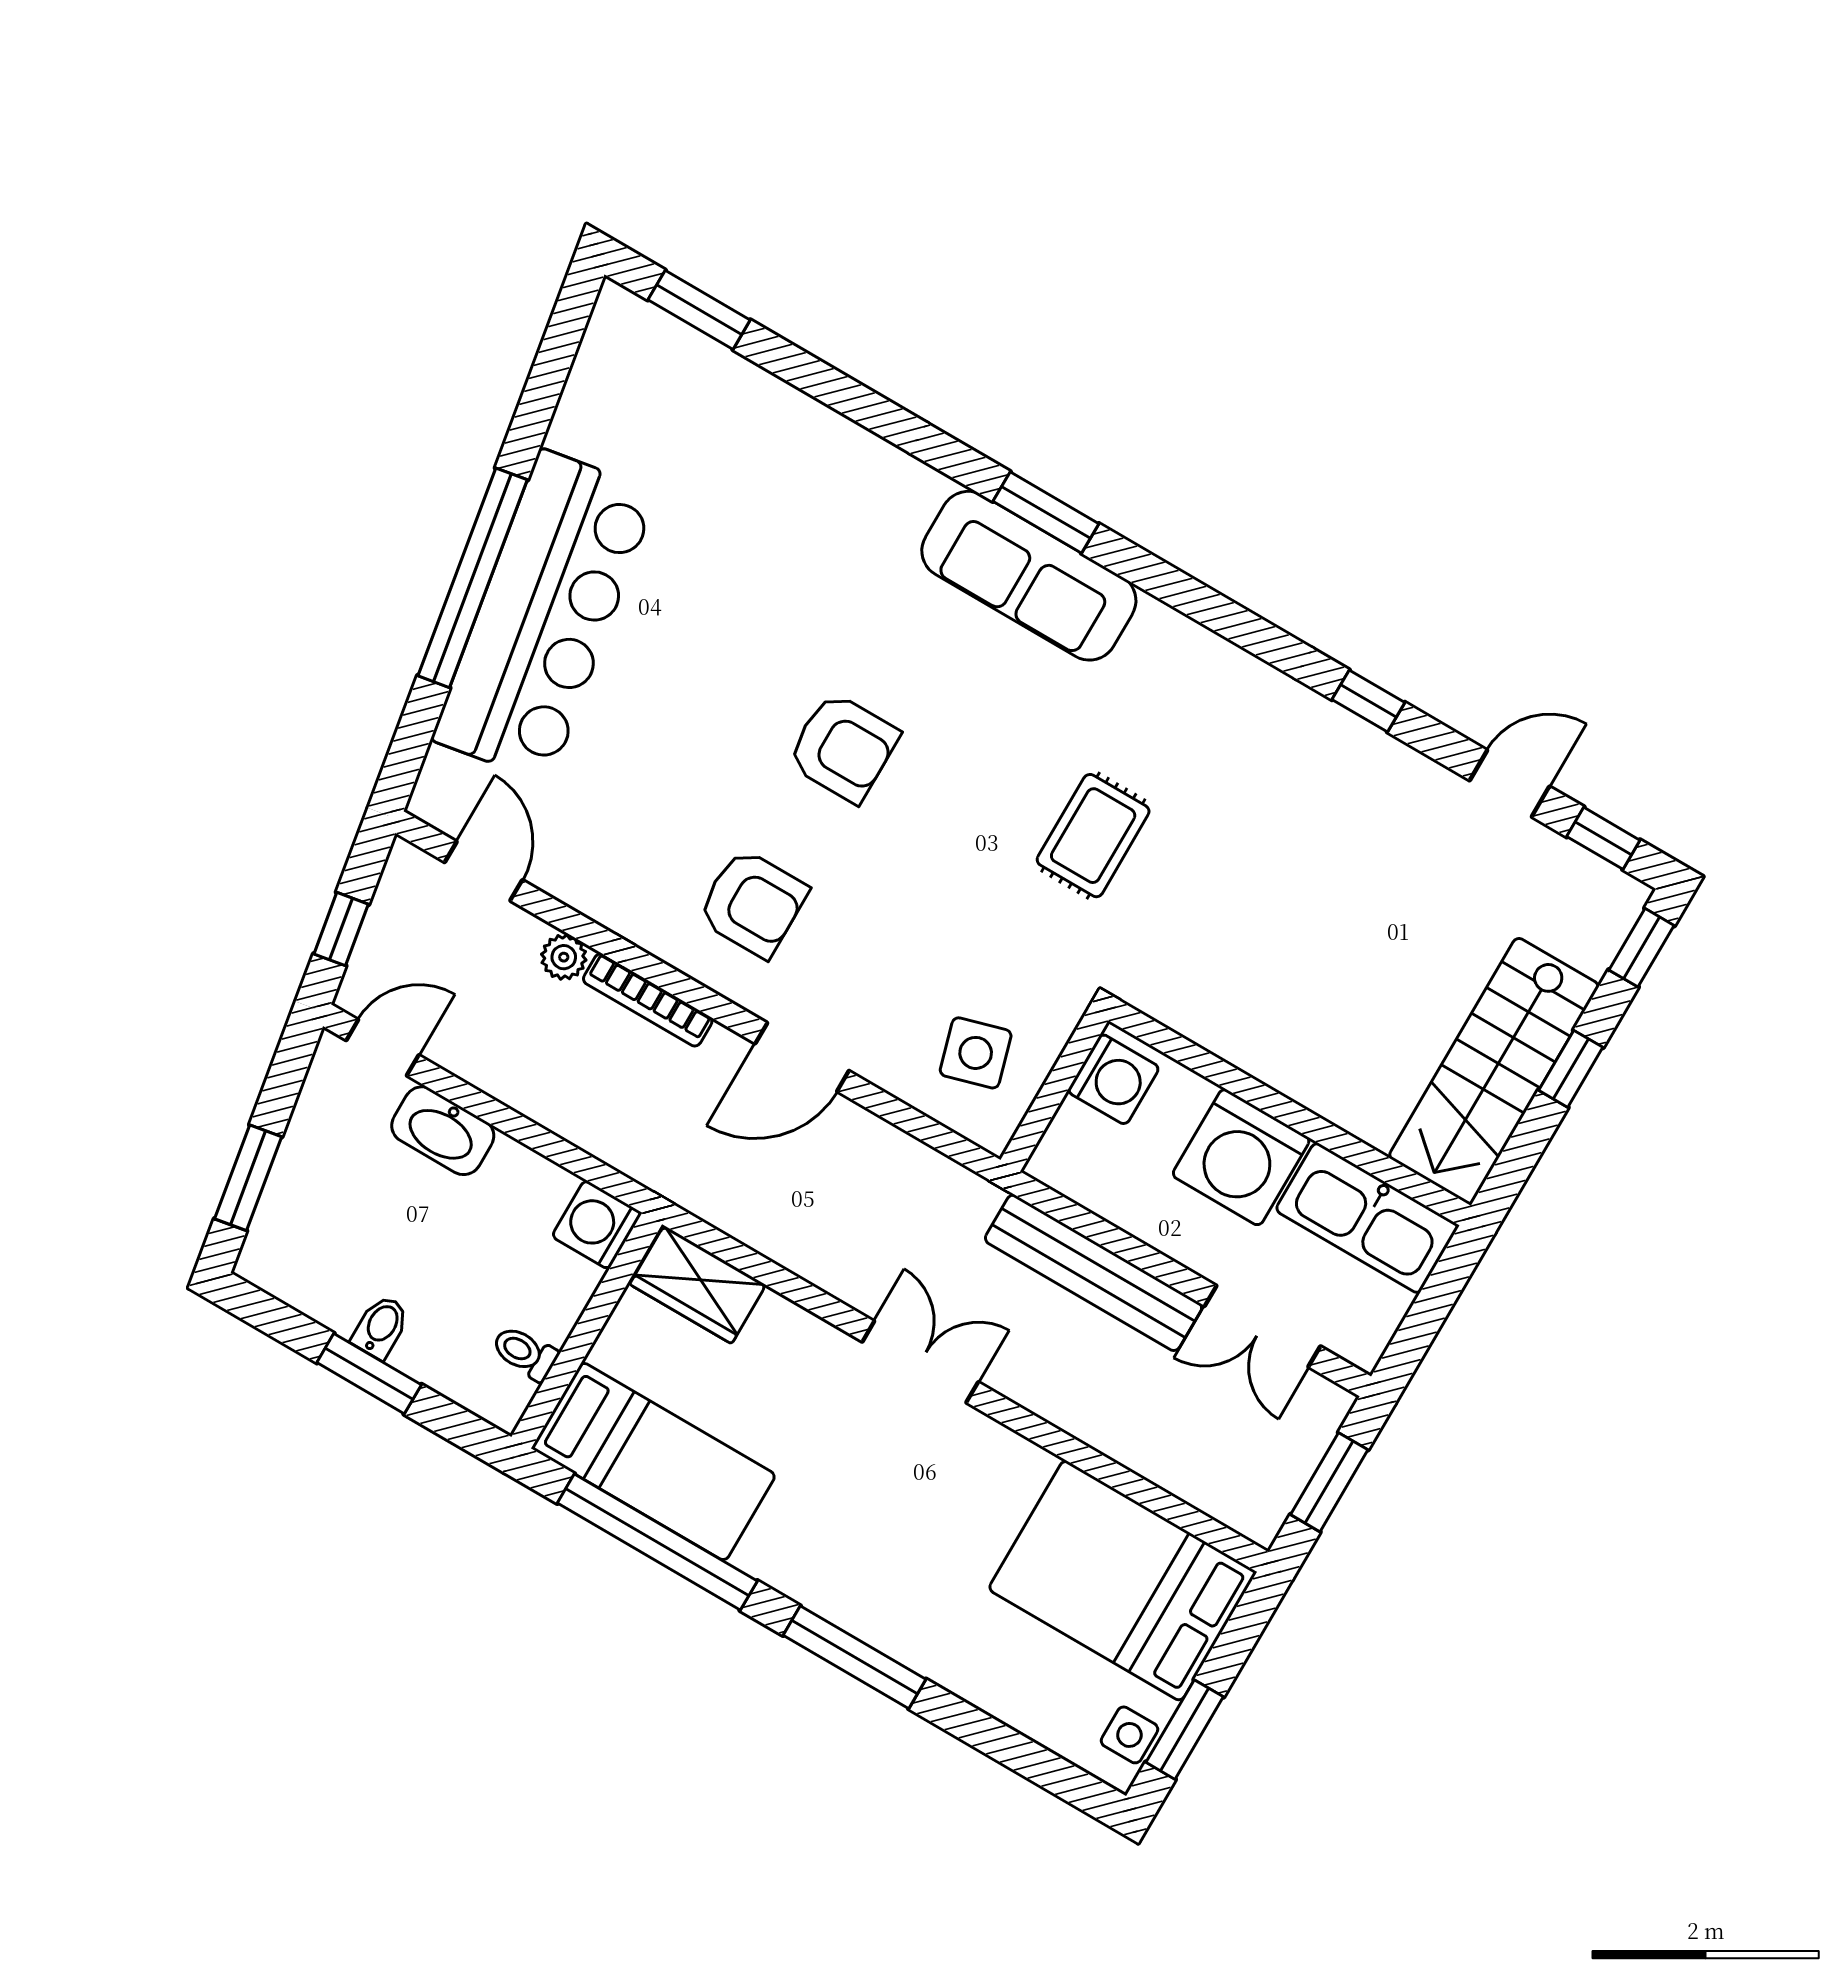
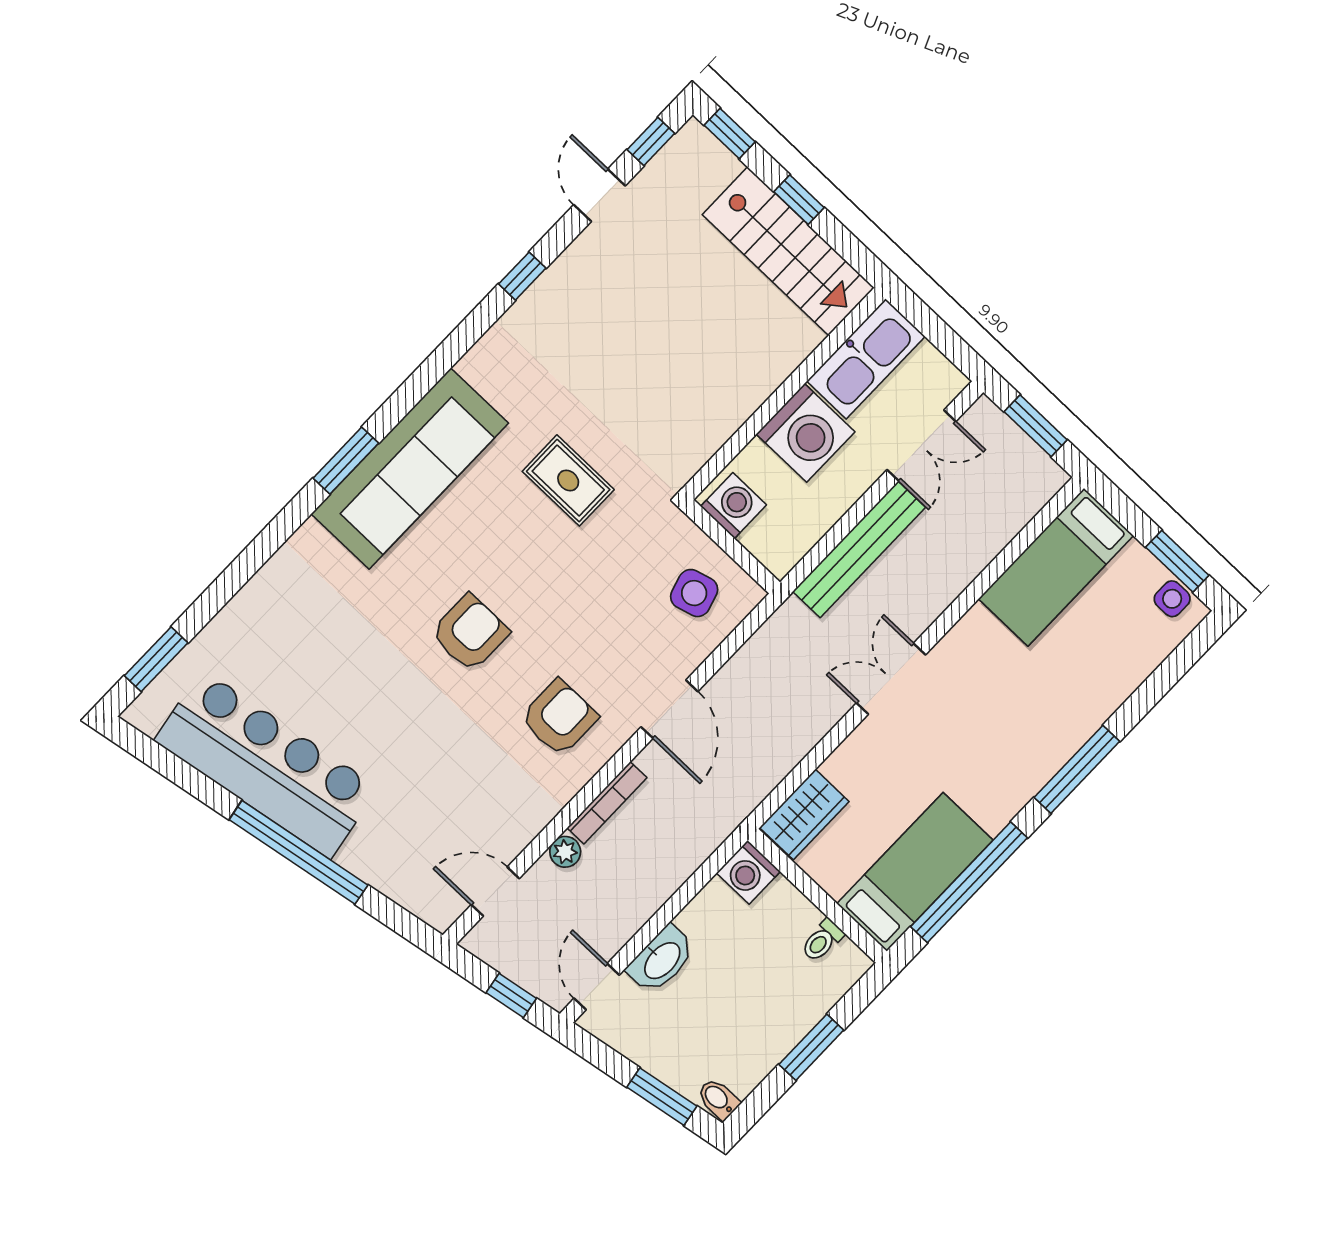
sofa: (1029, 576) -> (410, 469), width x1.36, depth x1.27
bar counter: (545, 616) -> (266, 764), moved
bidet: (381, 1327) -> (718, 1099), moved
bed: (1122, 1581) -> (1056, 567), width x0.67

